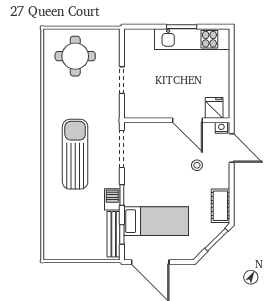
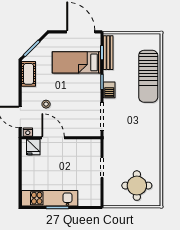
sun lounger: (75, 154) -> (148, 76), moved
barbecue: (112, 199) -> (109, 90), moved

